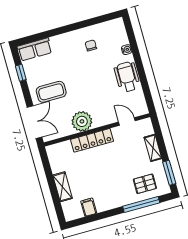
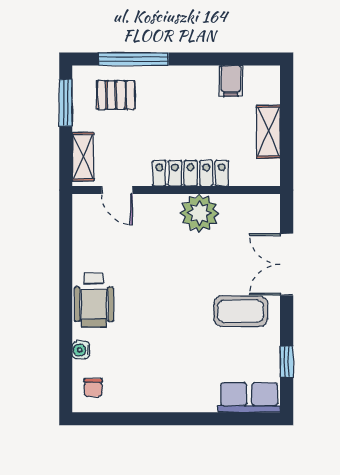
chair: (91, 45) -> (93, 388), moved
plant: (82, 121) -> (199, 213), moved
door: (127, 121) -> (117, 190), moved
wall: (97, 130) -> (176, 190), moved
locker: (92, 140) -> (191, 173), moved

